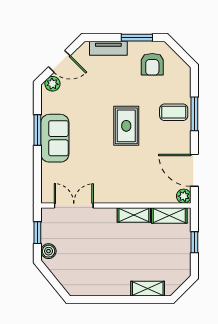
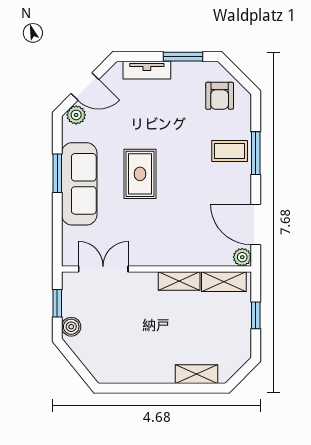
armchair: (152, 64) -> (220, 96), moved
rug: (126, 126) -> (140, 174), moved
sofa: (55, 138) -> (79, 184), width x1.36

